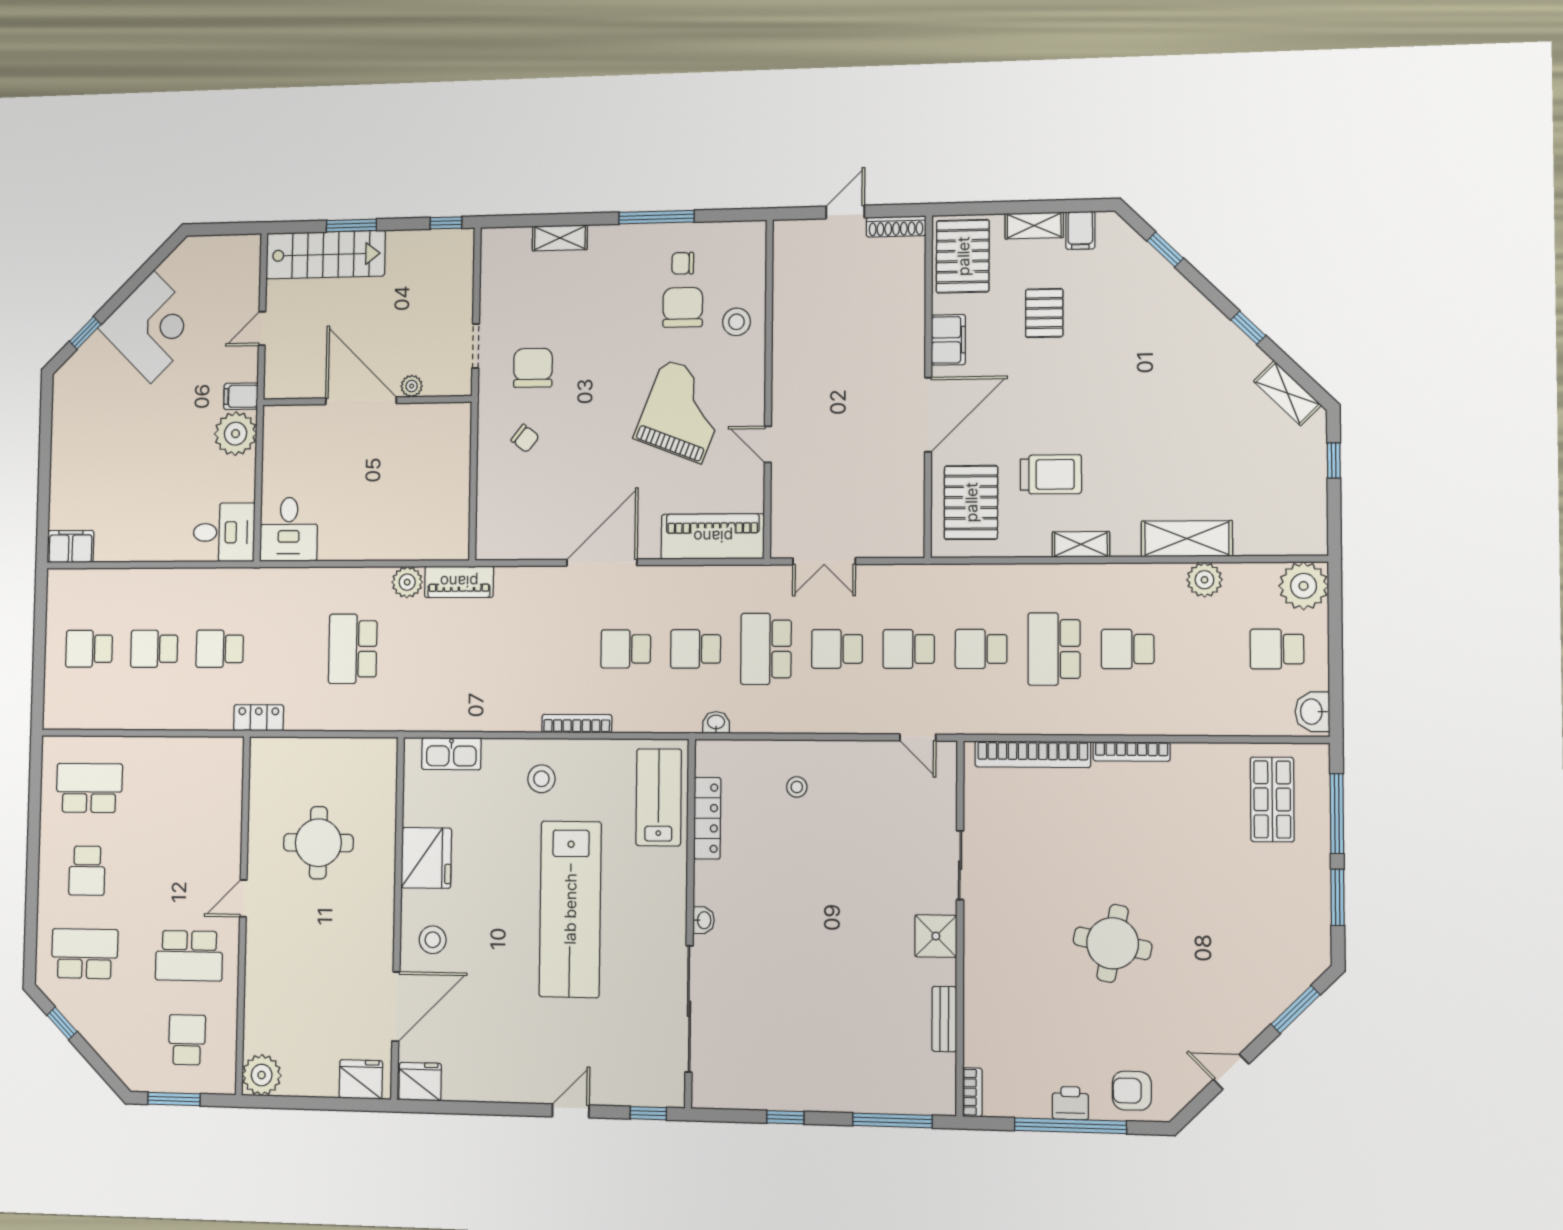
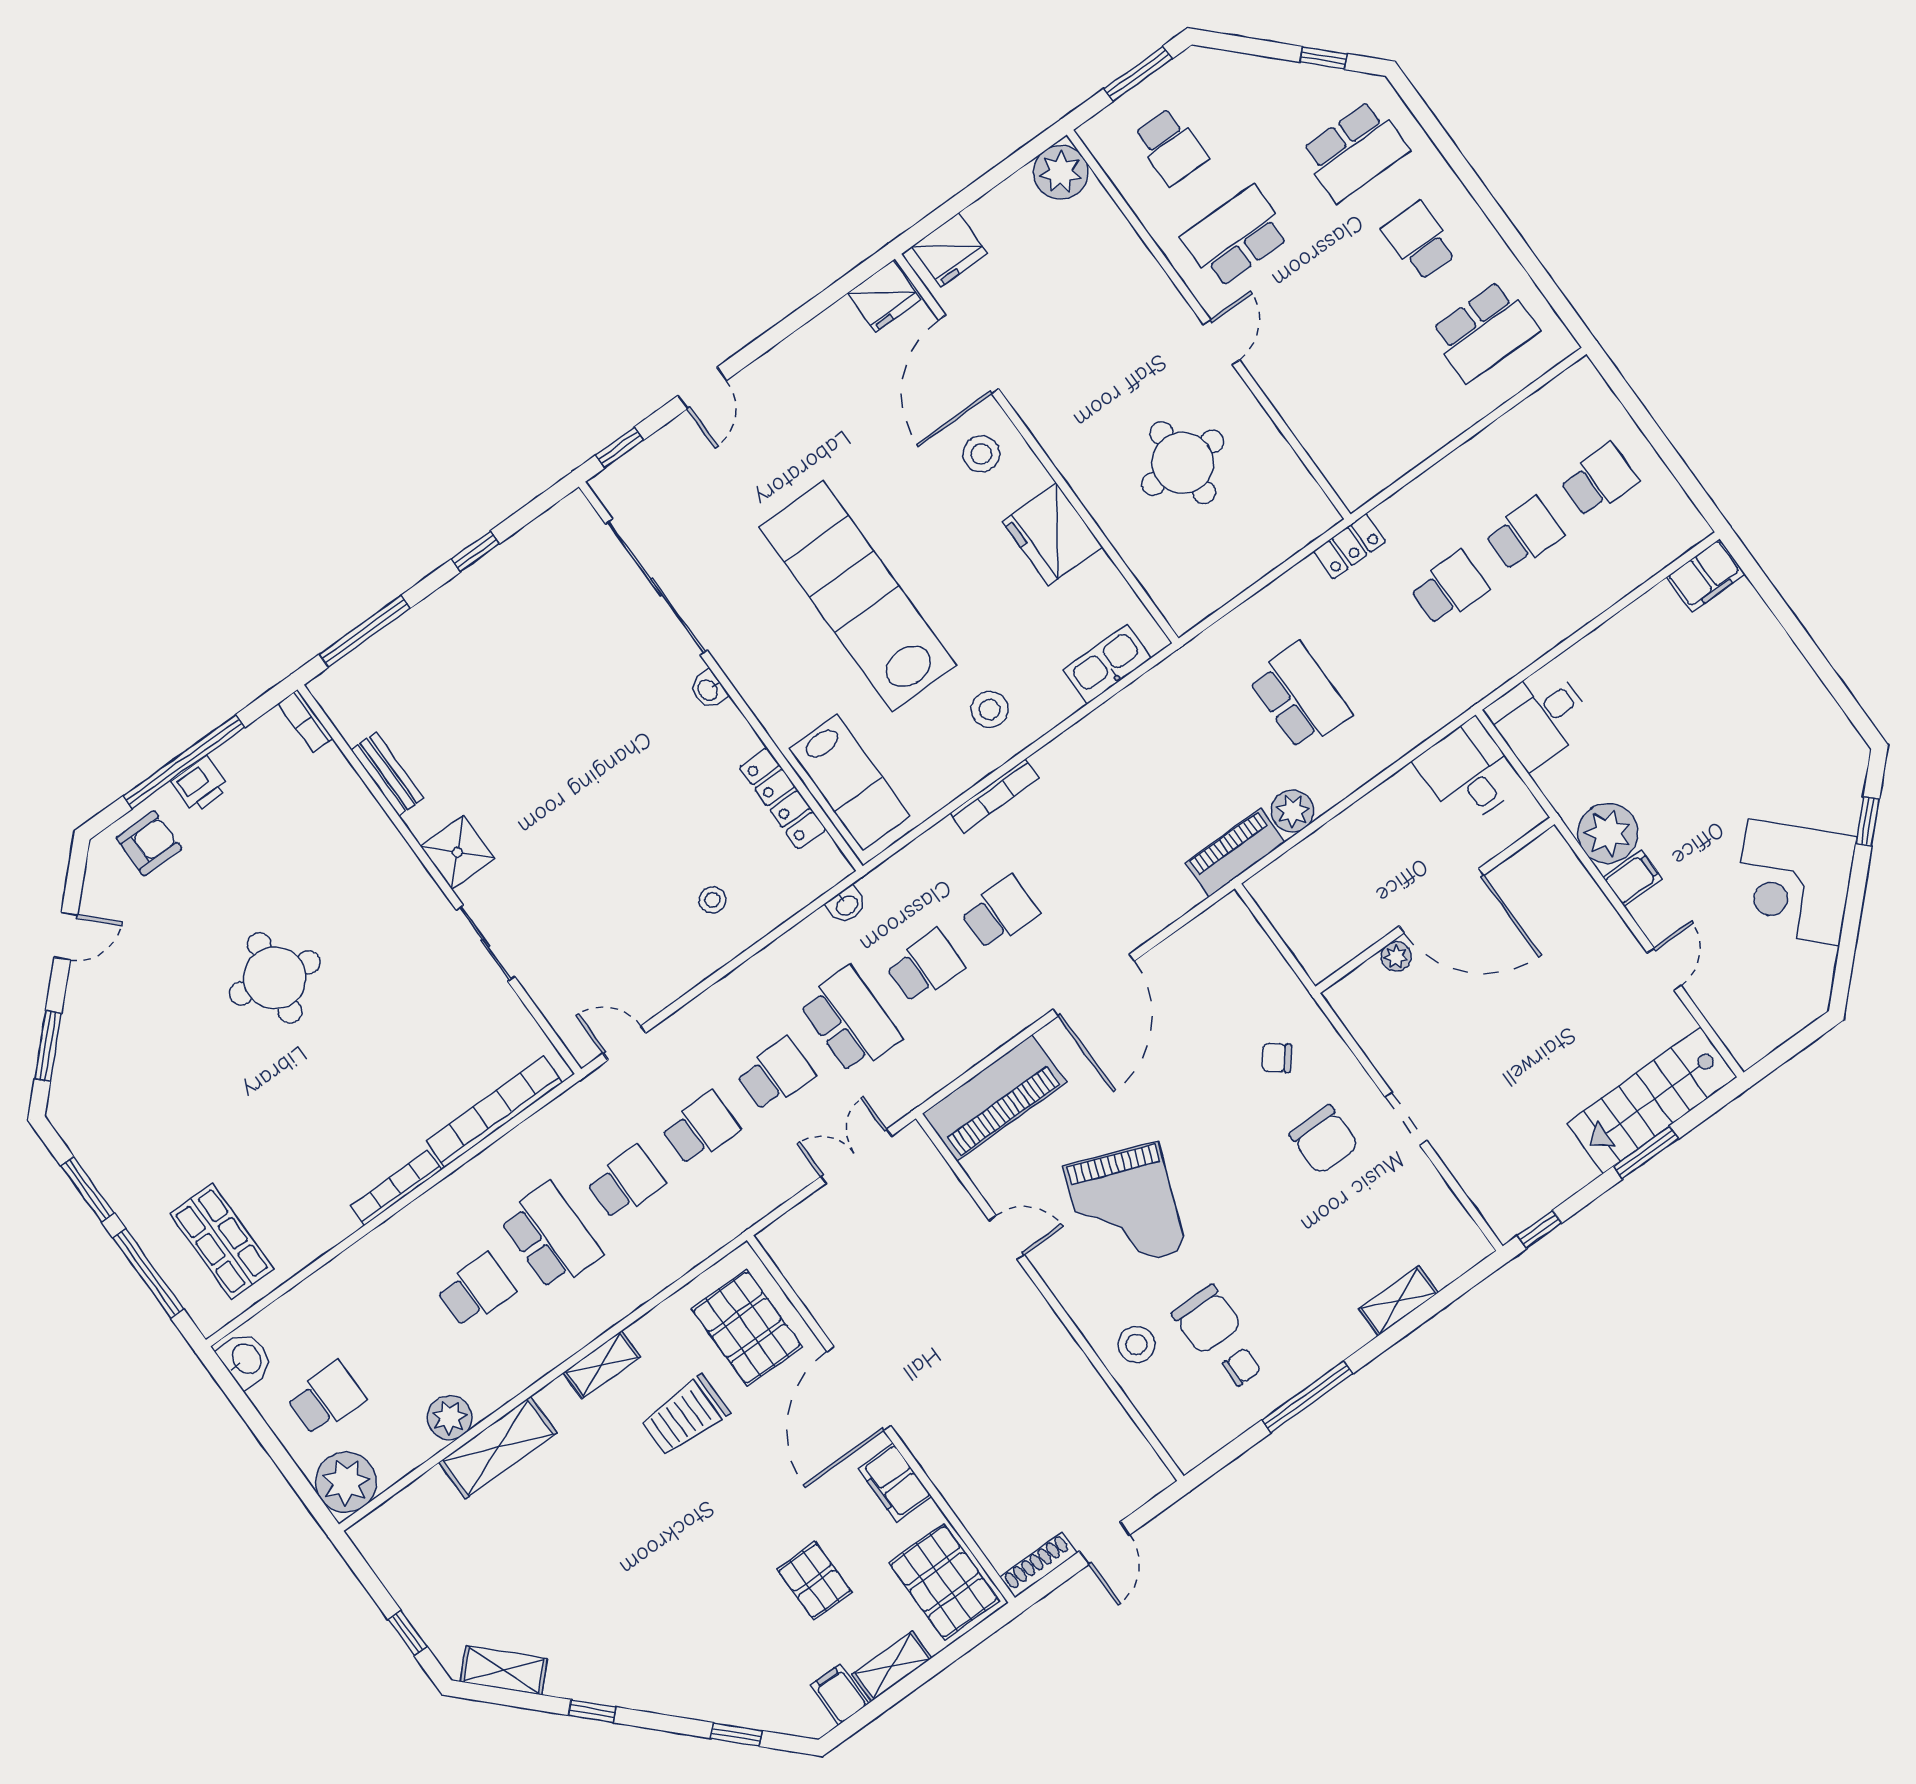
plant: (412, 386) -> (1396, 956), moved
door: (361, 401) -> (1442, 901), moved
wall: (367, 401) -> (1435, 905), moved

